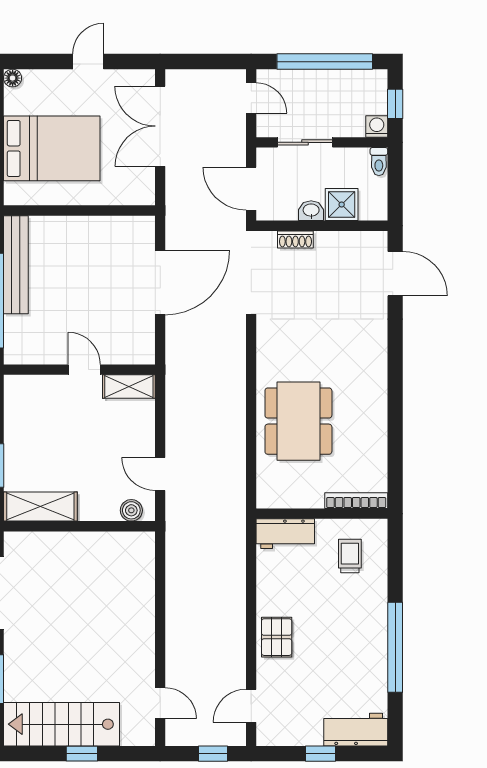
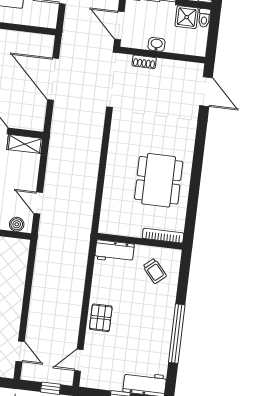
shower: (342, 204) -> (187, 17), moved
door: (160, 283) -> (53, 79), swing flipped
dining table: (298, 421) -> (159, 180), moved
trolley: (350, 556) -> (155, 271), turned 139

